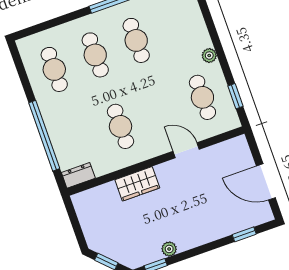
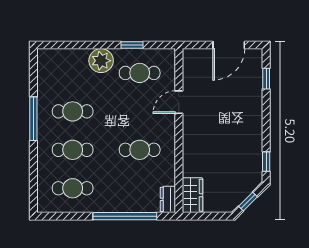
plant: (209, 55) -> (101, 61), width x1.88, depth x1.88
window: (235, 96) -> (132, 45), moved
wardrobe: (137, 184) -> (192, 195), moved
plant: (169, 249) -> (256, 145), removed

